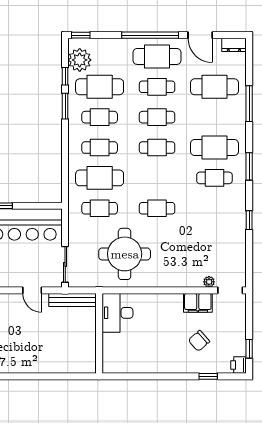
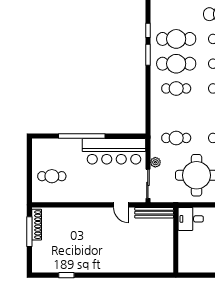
plant: (80, 60) -> (155, 162), moved, width x0.53, depth x0.53
cafe table: (100, 117) -> (176, 64), width x1.37, depth x1.35
cafe table: (100, 178) -> (176, 113), removed
desk: (117, 313) -> (191, 219), width x0.73

